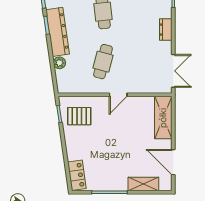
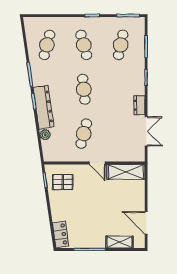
double door: (173, 71) -> (146, 131), moved
door: (118, 95) -> (97, 163), hinge flipped
shelving: (163, 118) -> (126, 172), moved, turned 90

